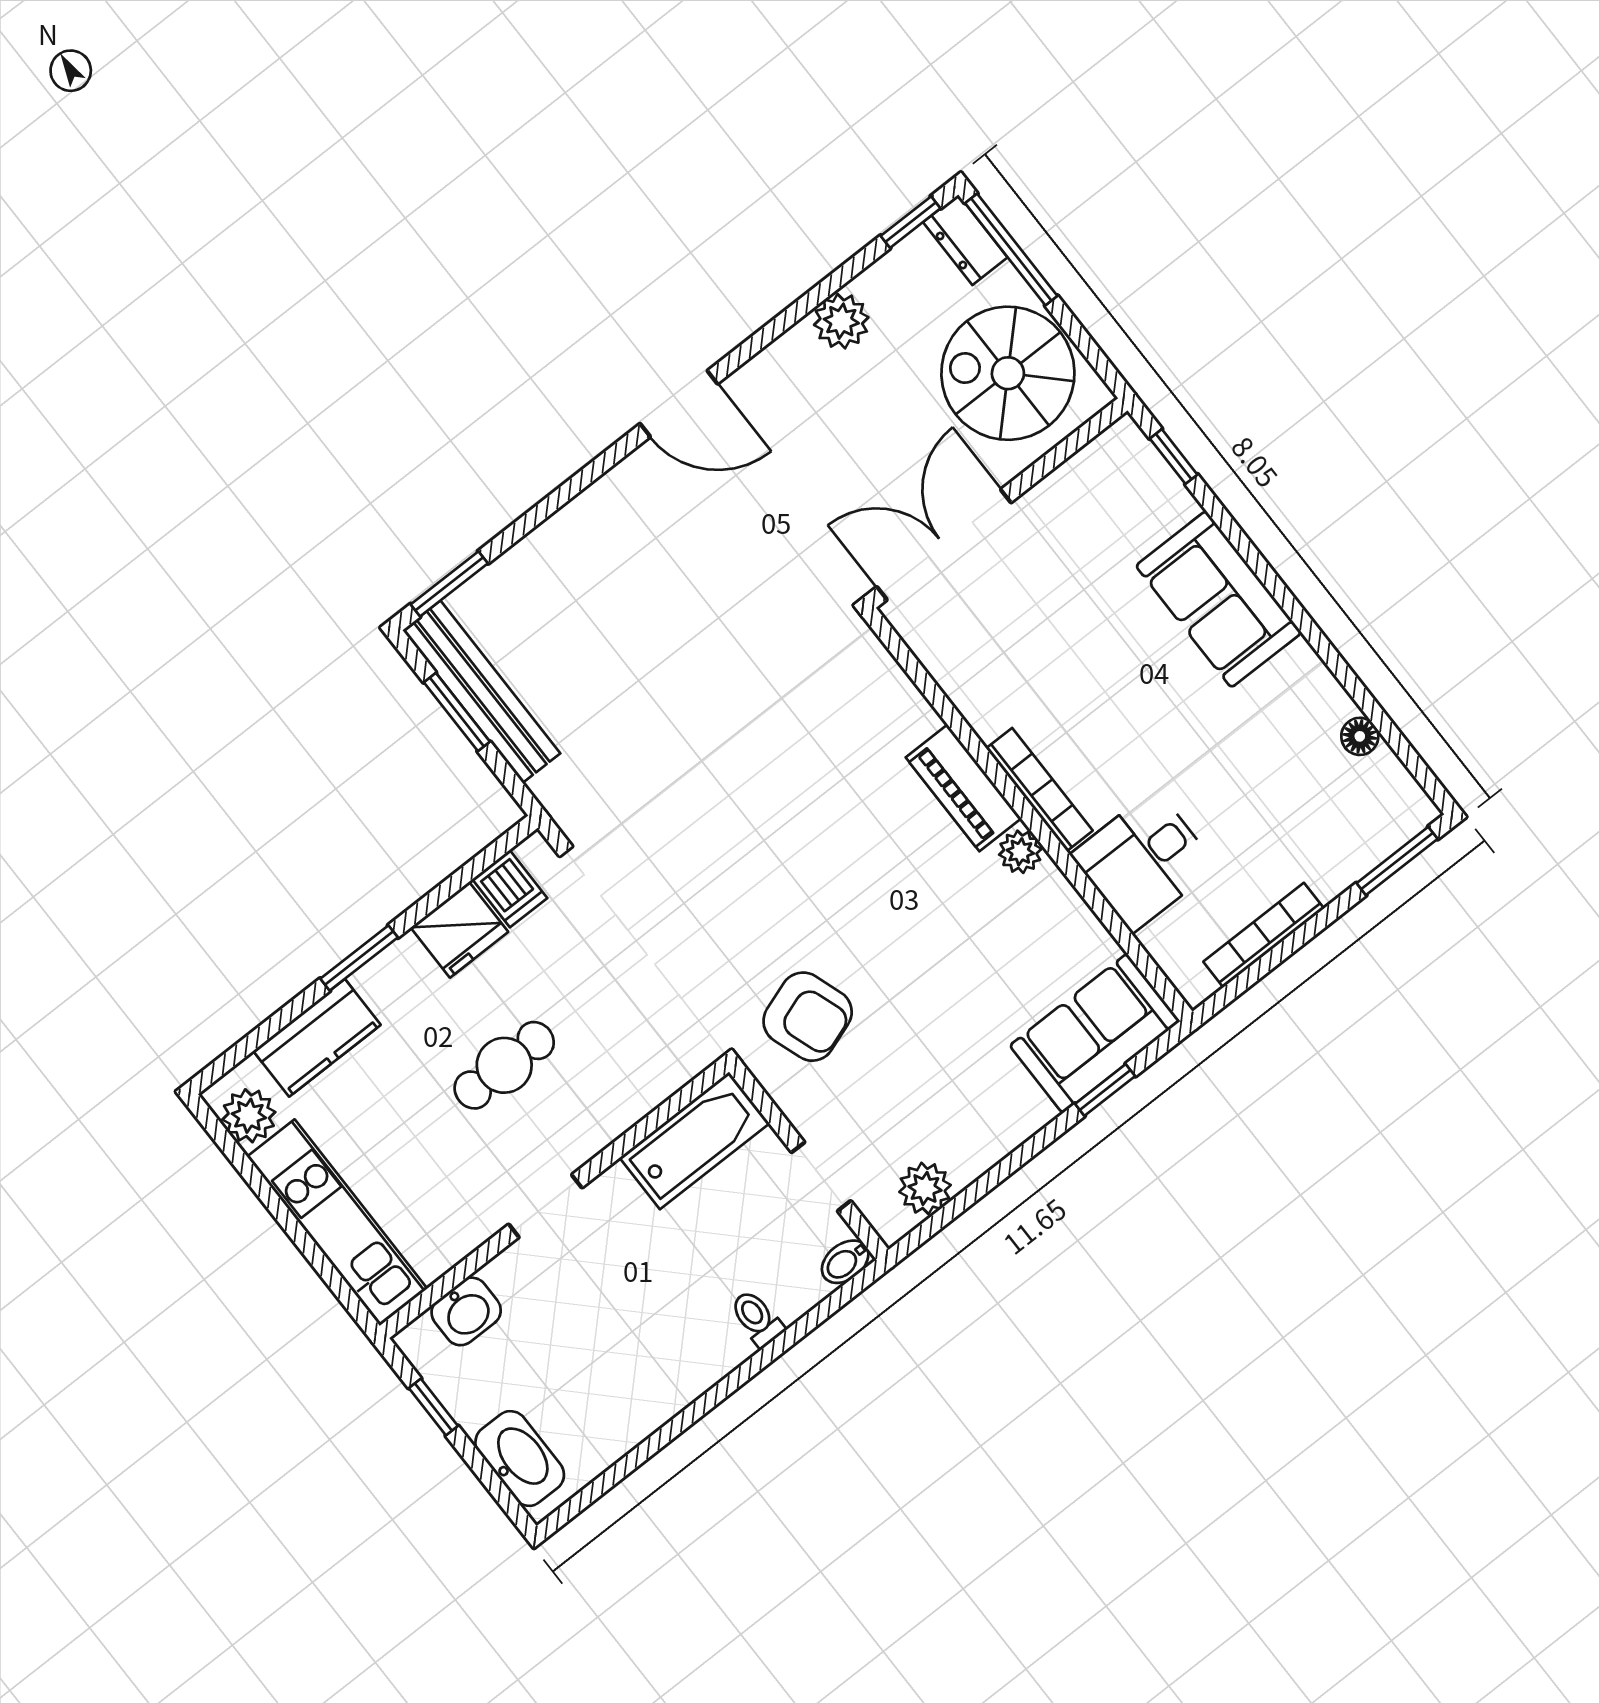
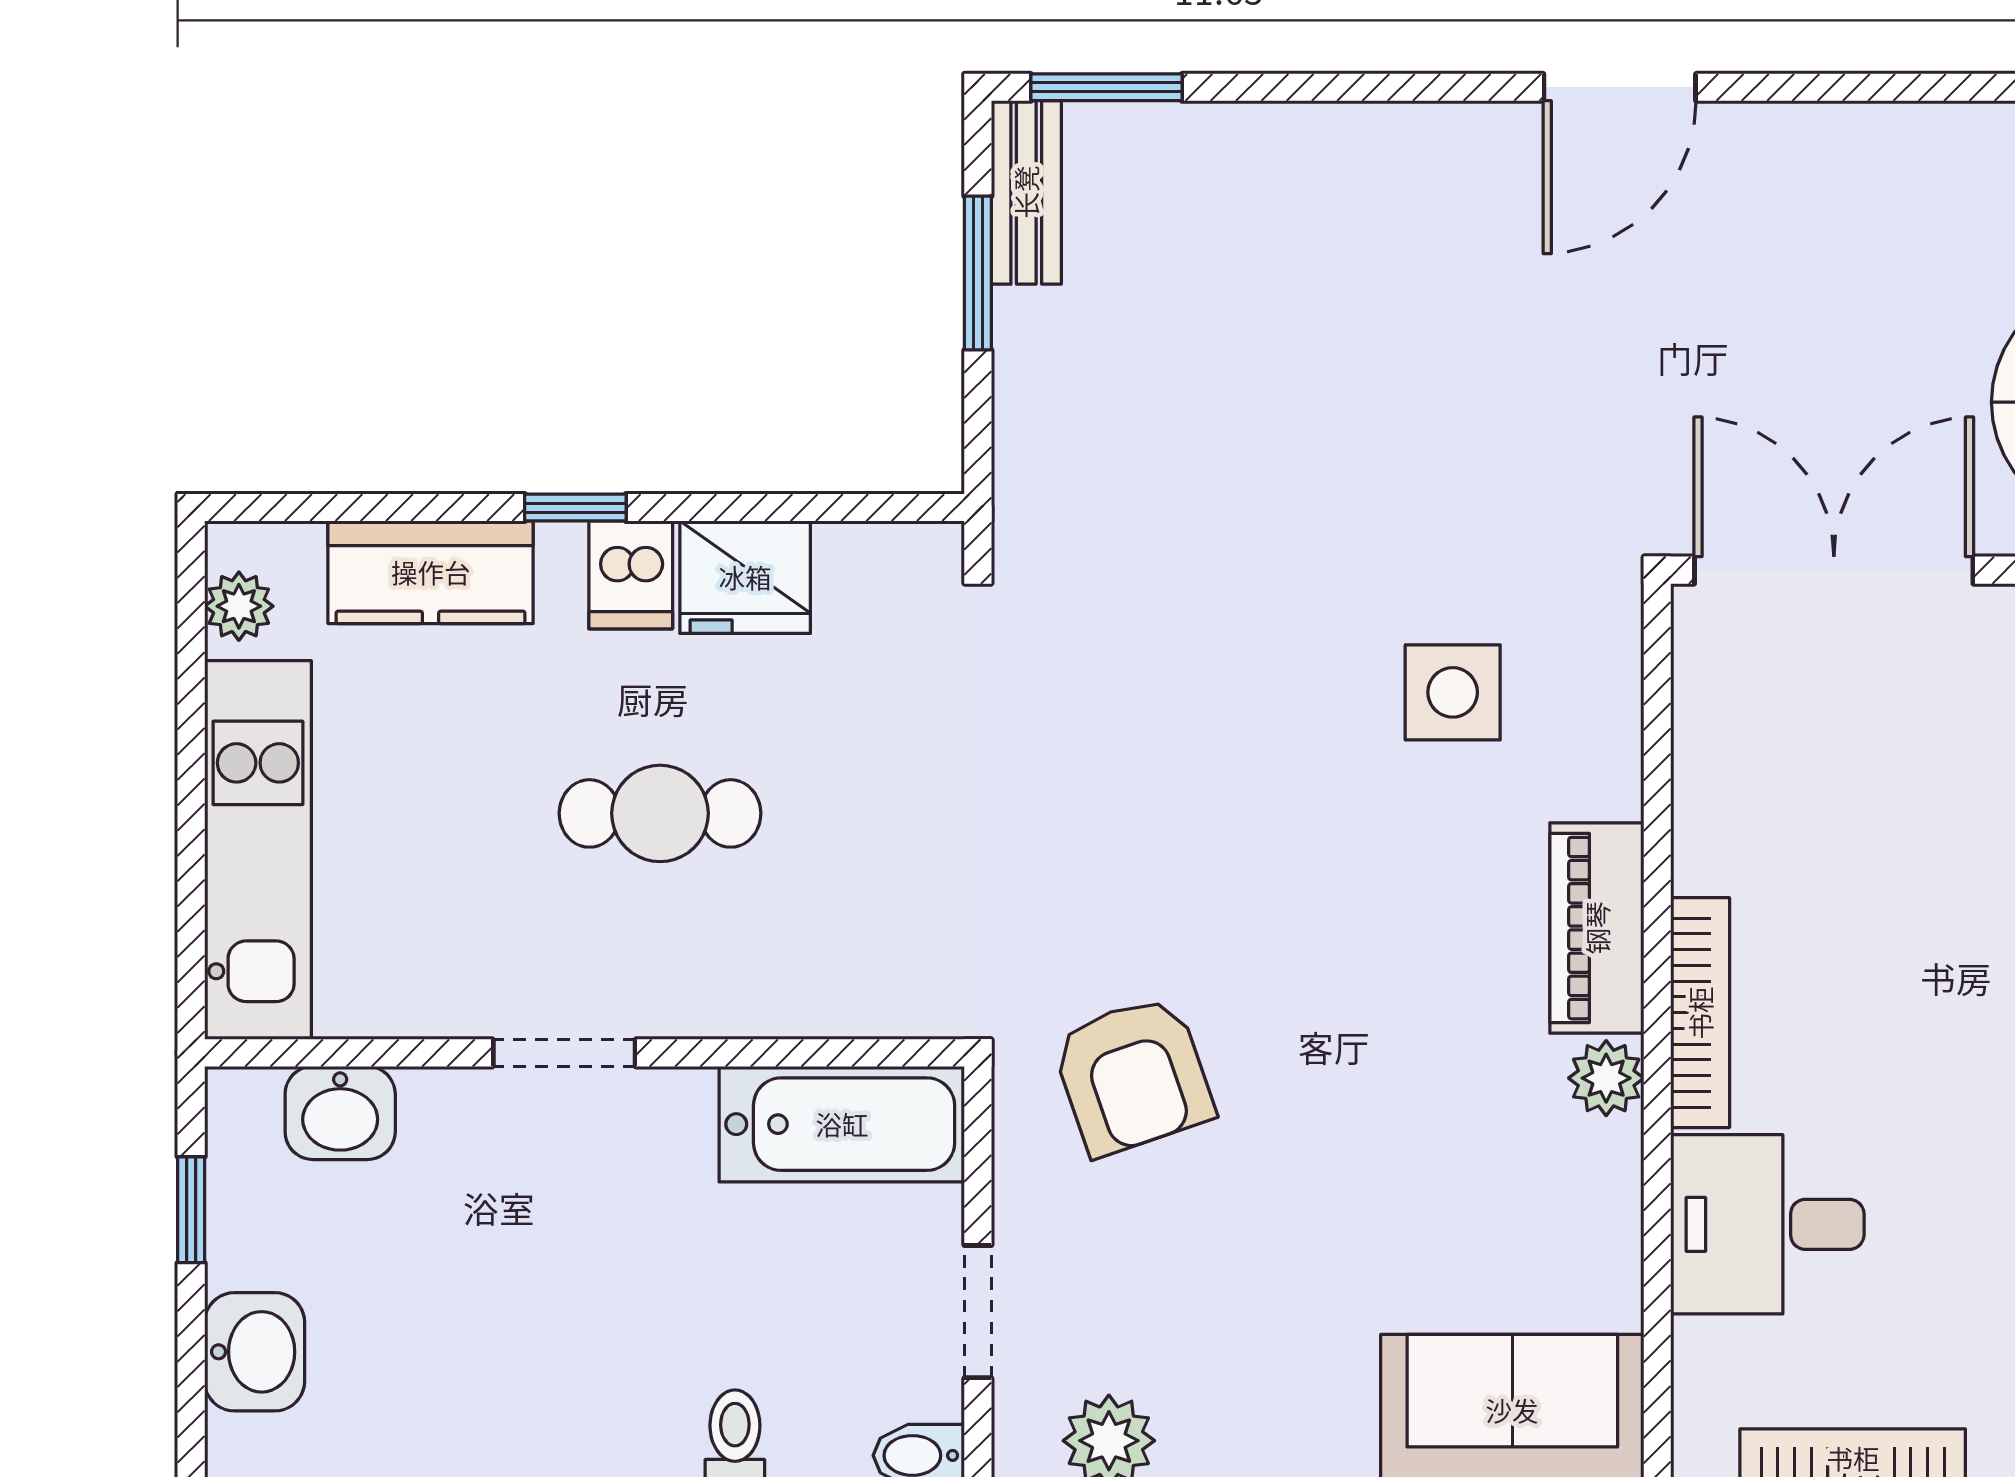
plant: (841, 321) -> (1934, 149), removed
door: (679, 404) -> (1620, 87), hinge flipped
bench: (481, 692) -> (1026, 192), width x0.54, depth x0.82
side table: (816, 733) -> (1453, 692), added
dishwasher: (510, 889) -> (631, 575), moved
window: (359, 958) -> (575, 508), width x0.67
plant: (249, 1116) -> (239, 606), width x0.73, depth x0.73
washbasin: (520, 1458) -> (255, 1352), width x0.72

